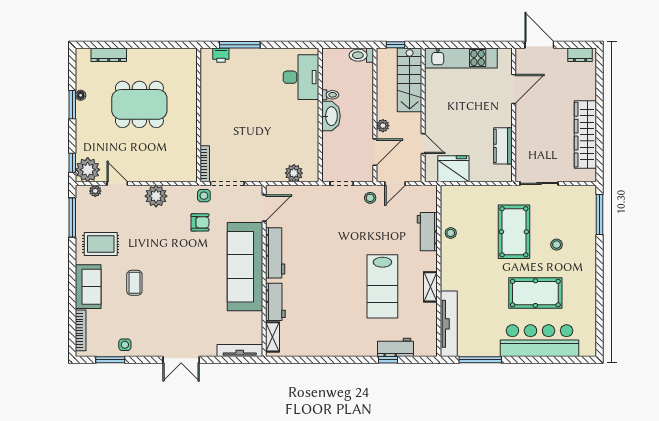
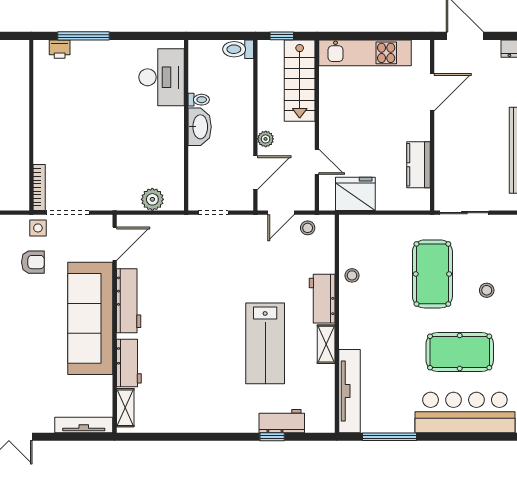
stool: (370, 198) -> (308, 228), moved
workbench: (427, 232) -> (322, 299), moved

